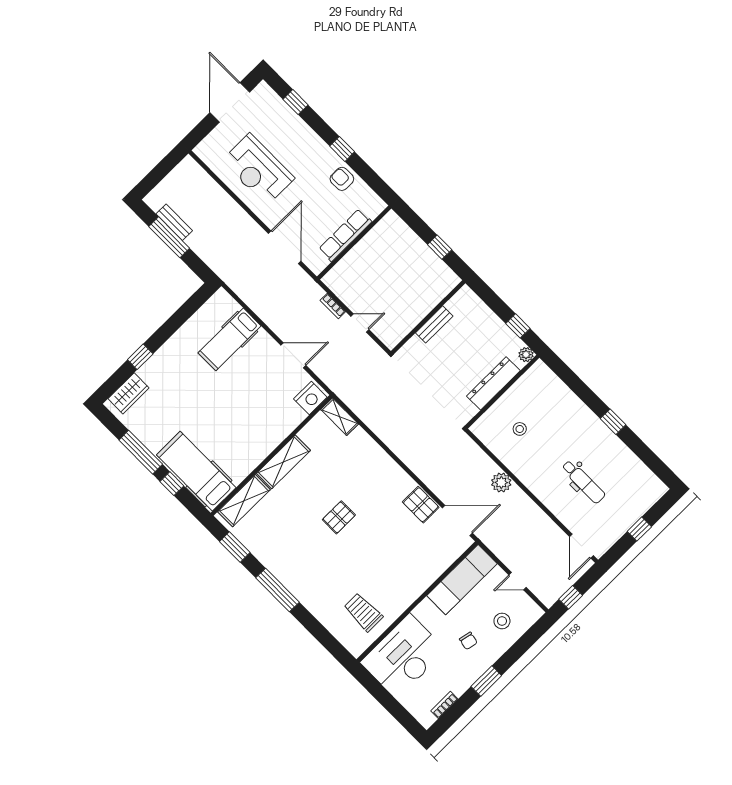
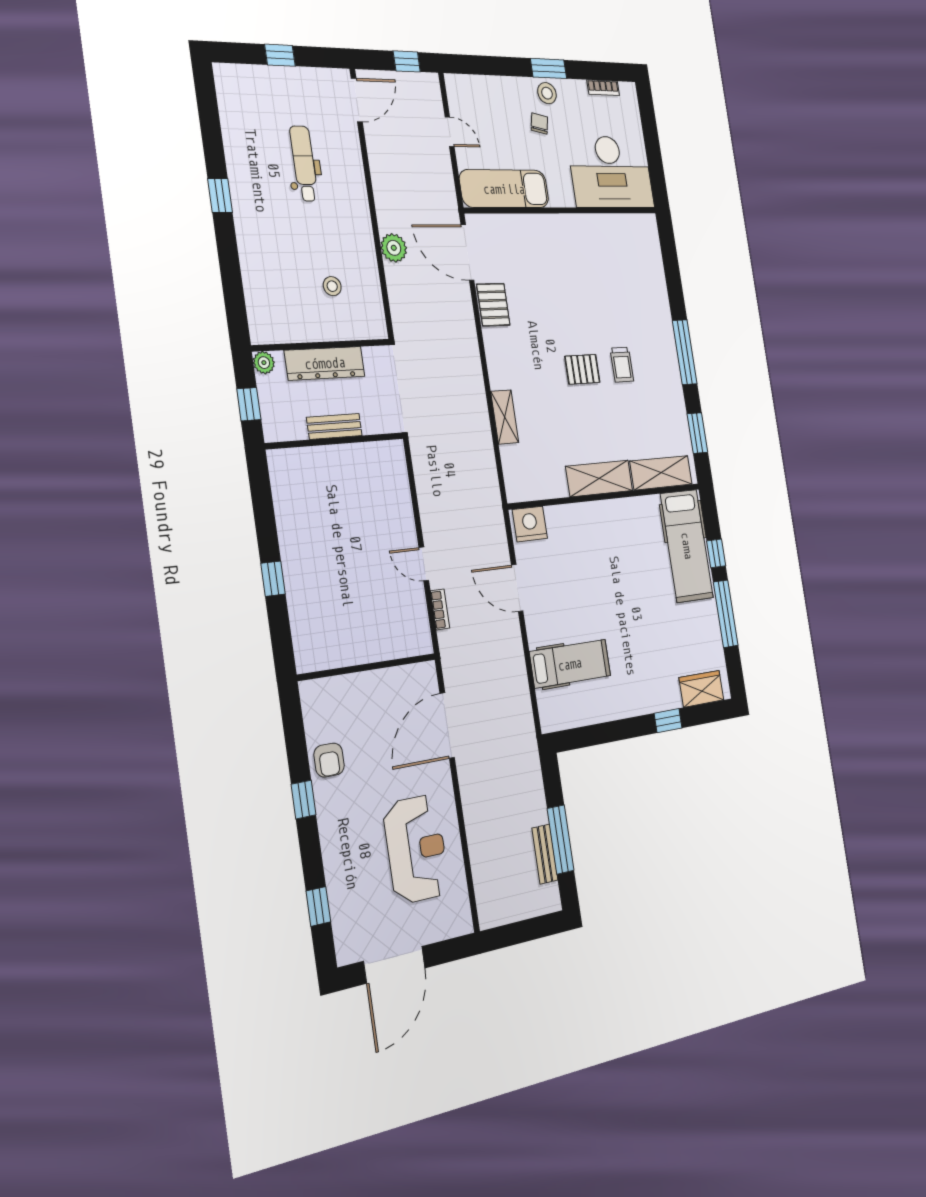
row of seats: (345, 235) -> (371, 685), removed
wall: (428, 317) -> (335, 441), moved
bench: (434, 324) -> (334, 426), moved
shelving: (340, 417) -> (505, 417), moved
trolley: (363, 612) -> (622, 365), moved, width x0.73, depth x0.72
stool: (502, 621) -> (547, 93), moved

